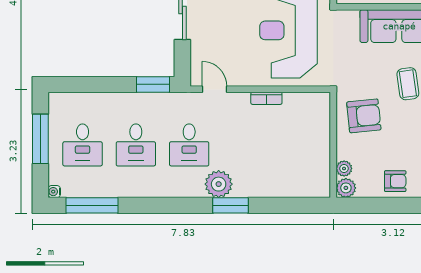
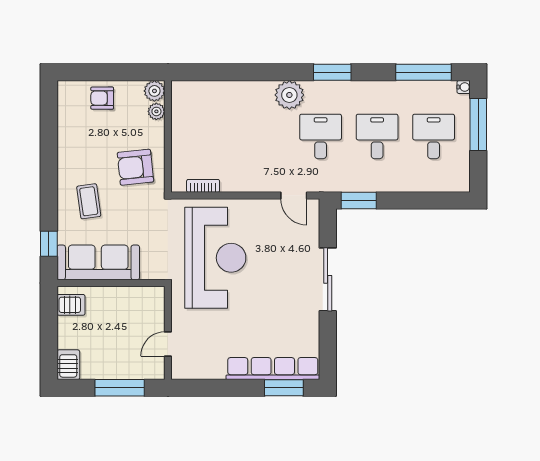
bookcase: (266, 98) -> (203, 186), moved
window: (40, 139) -> (478, 124), moved
window: (231, 205) -> (332, 72), moved

